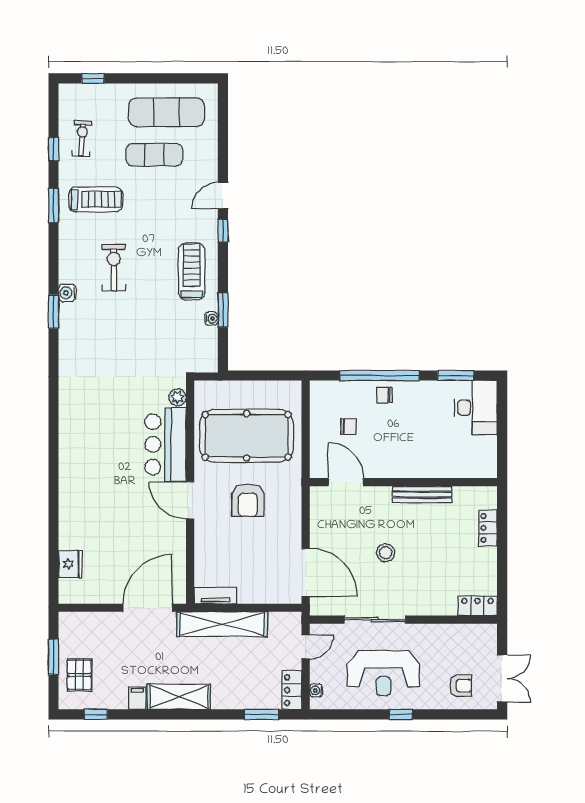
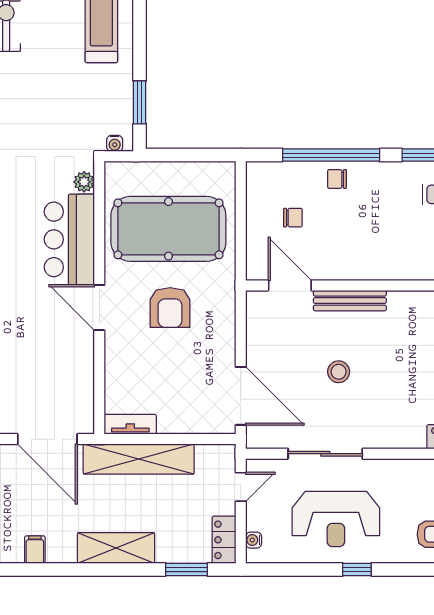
window: (223, 310) -> (140, 102), moved
water cooler: (211, 319) -> (115, 143), moved, turned 90
bench: (422, 494) -> (350, 301), moved
door: (148, 608) -> (47, 439), swing flipped
shelving: (179, 697) -> (116, 548), moved

